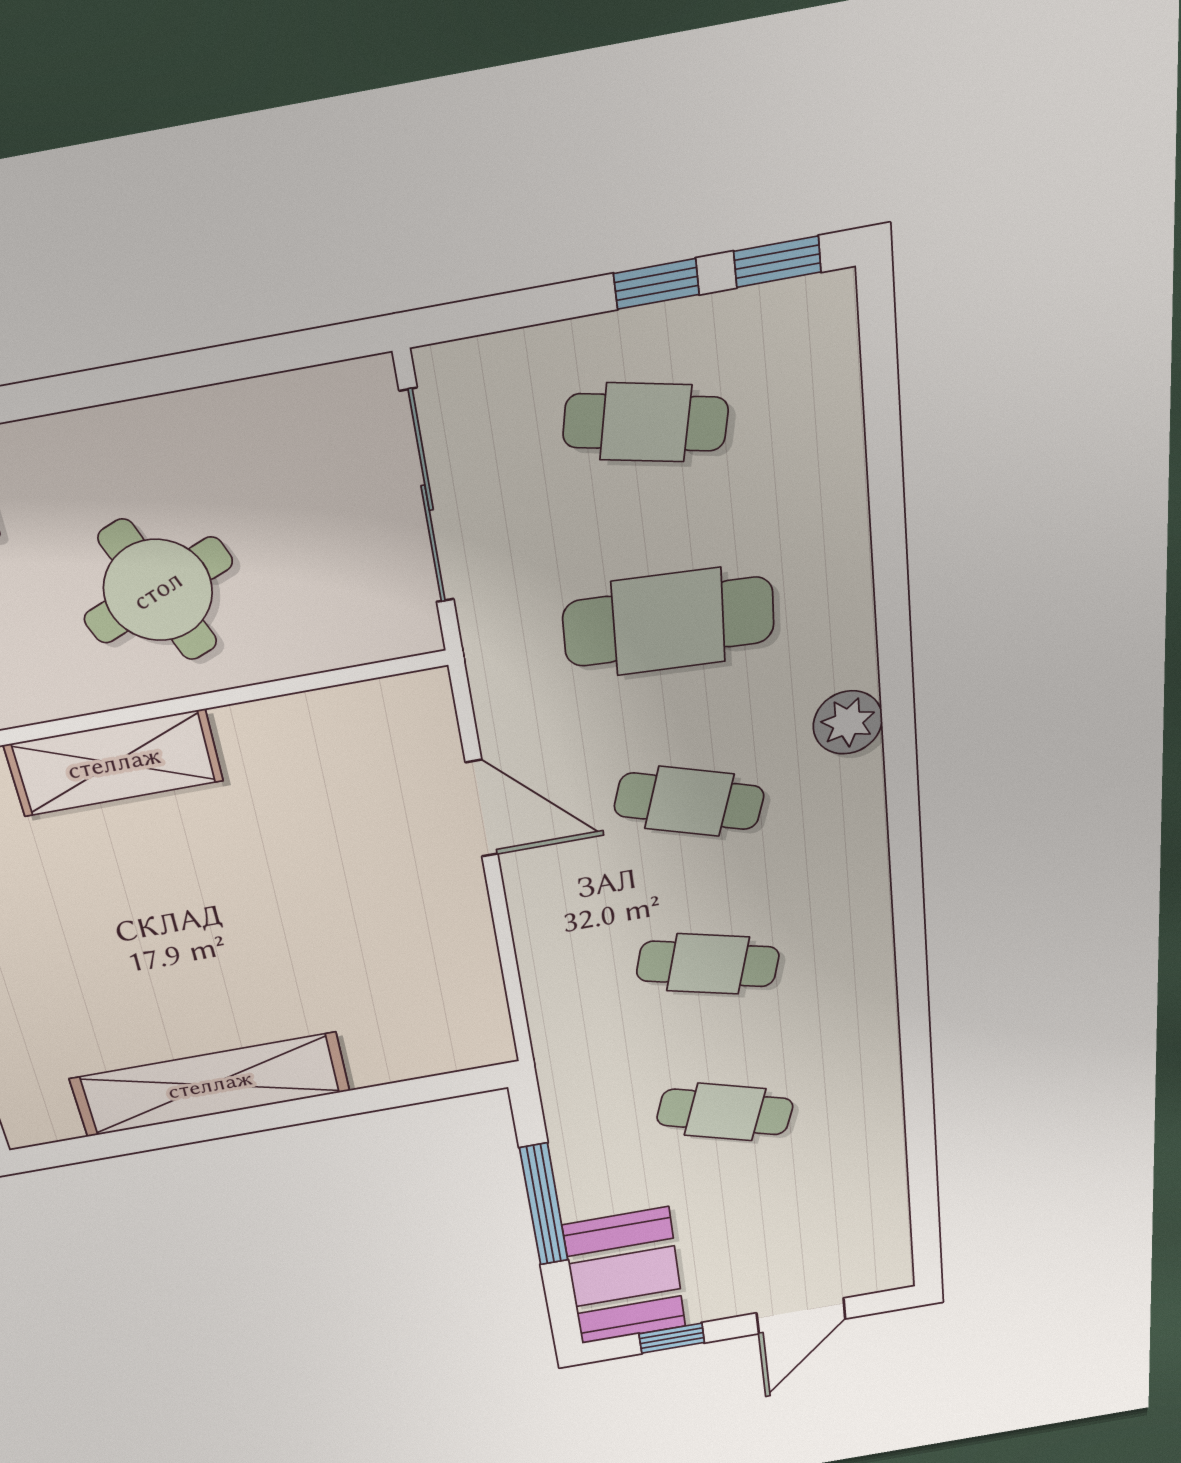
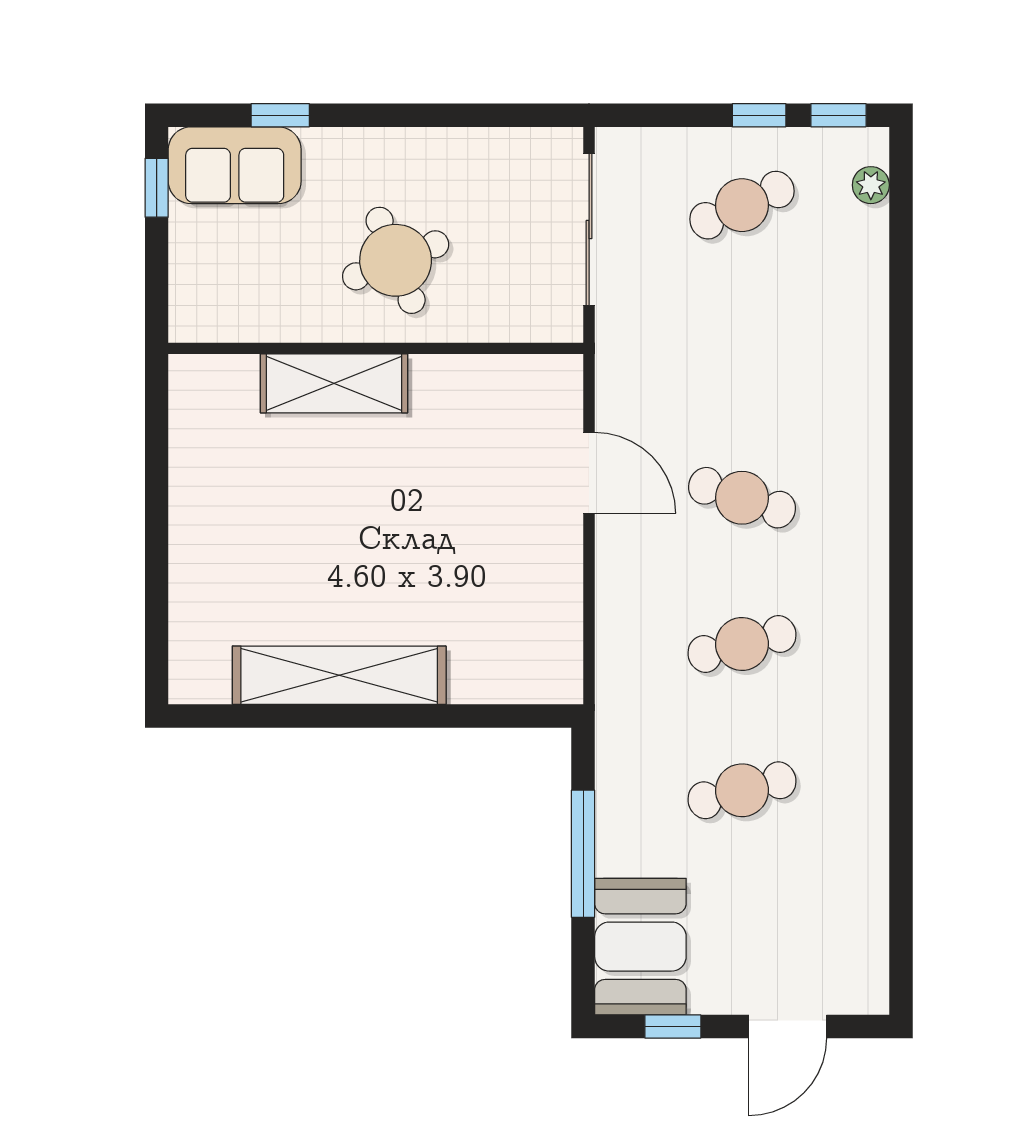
cafe table: (646, 422) -> (742, 205), turned -36
cafe table: (669, 622) -> (742, 351), removed
plant: (848, 722) -> (871, 185), moved, width x0.73, depth x0.73
cafe table: (708, 964) -> (742, 644), turned -30
cafe table: (725, 1112) -> (742, 790), turned -33

